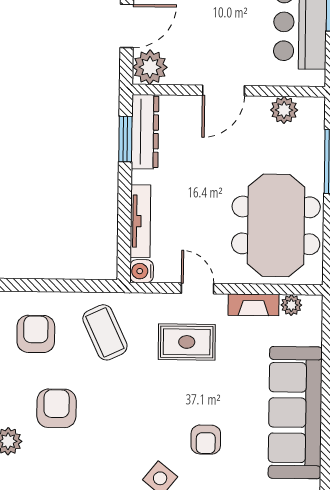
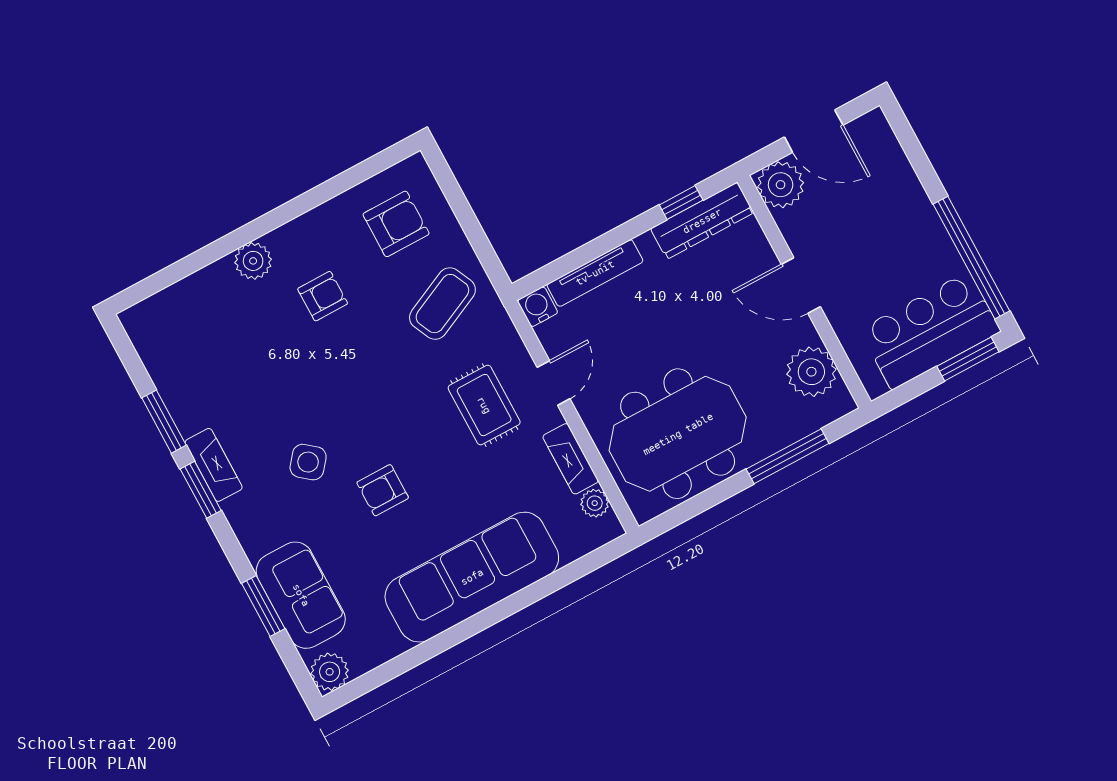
plant: (284, 110) -> (811, 372), width x1.36, depth x1.36
window: (125, 139) -> (681, 202), width x0.67
armchair: (57, 408) -> (323, 296), width x0.72, depth x0.72

